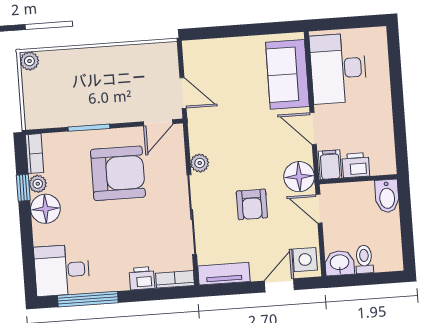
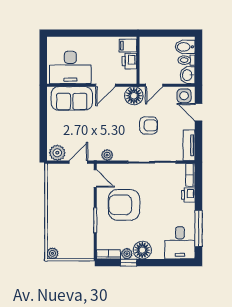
plant: (196, 57) -> (57, 153), added
plant: (200, 163) -> (107, 155), moved
filing cabinet: (330, 165) -> (128, 46), moved
armchair: (118, 173) -> (124, 205), turned -90
bidet: (387, 196) -> (185, 47), moved, turned 180

